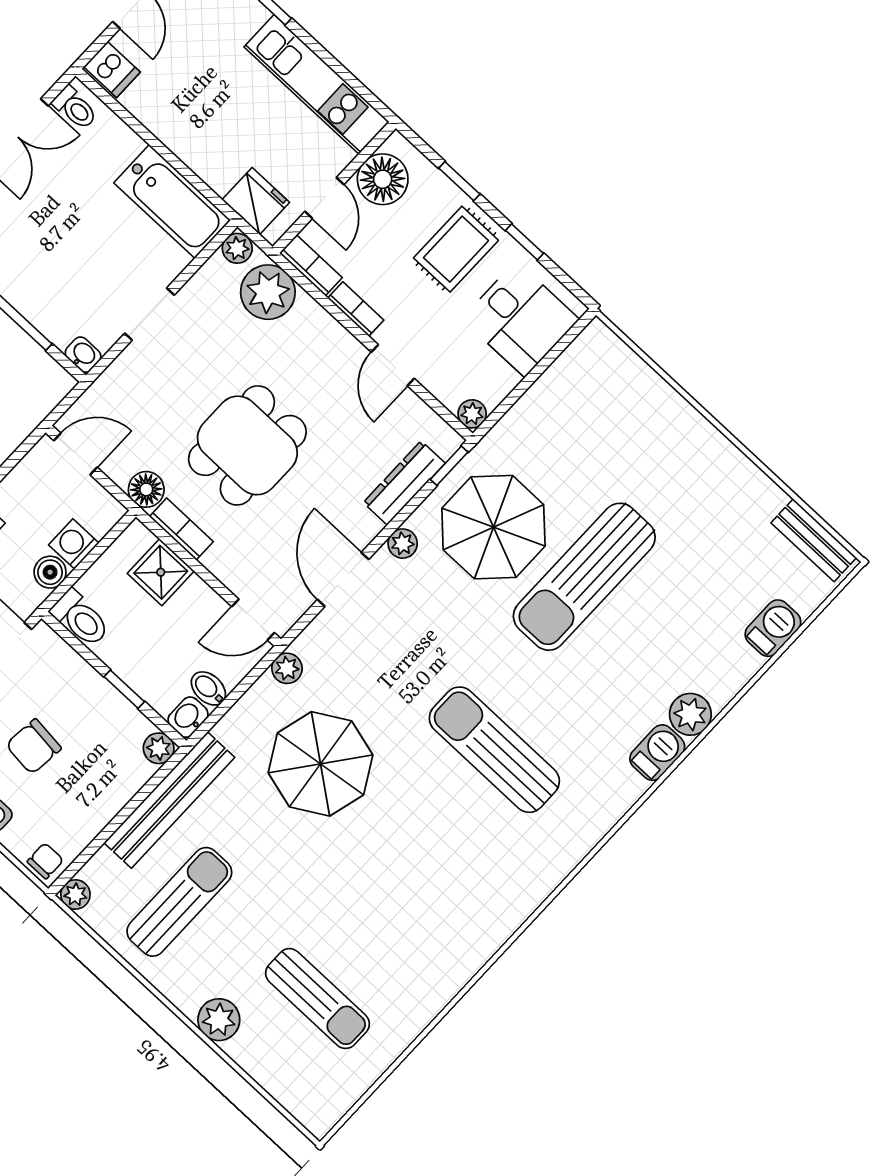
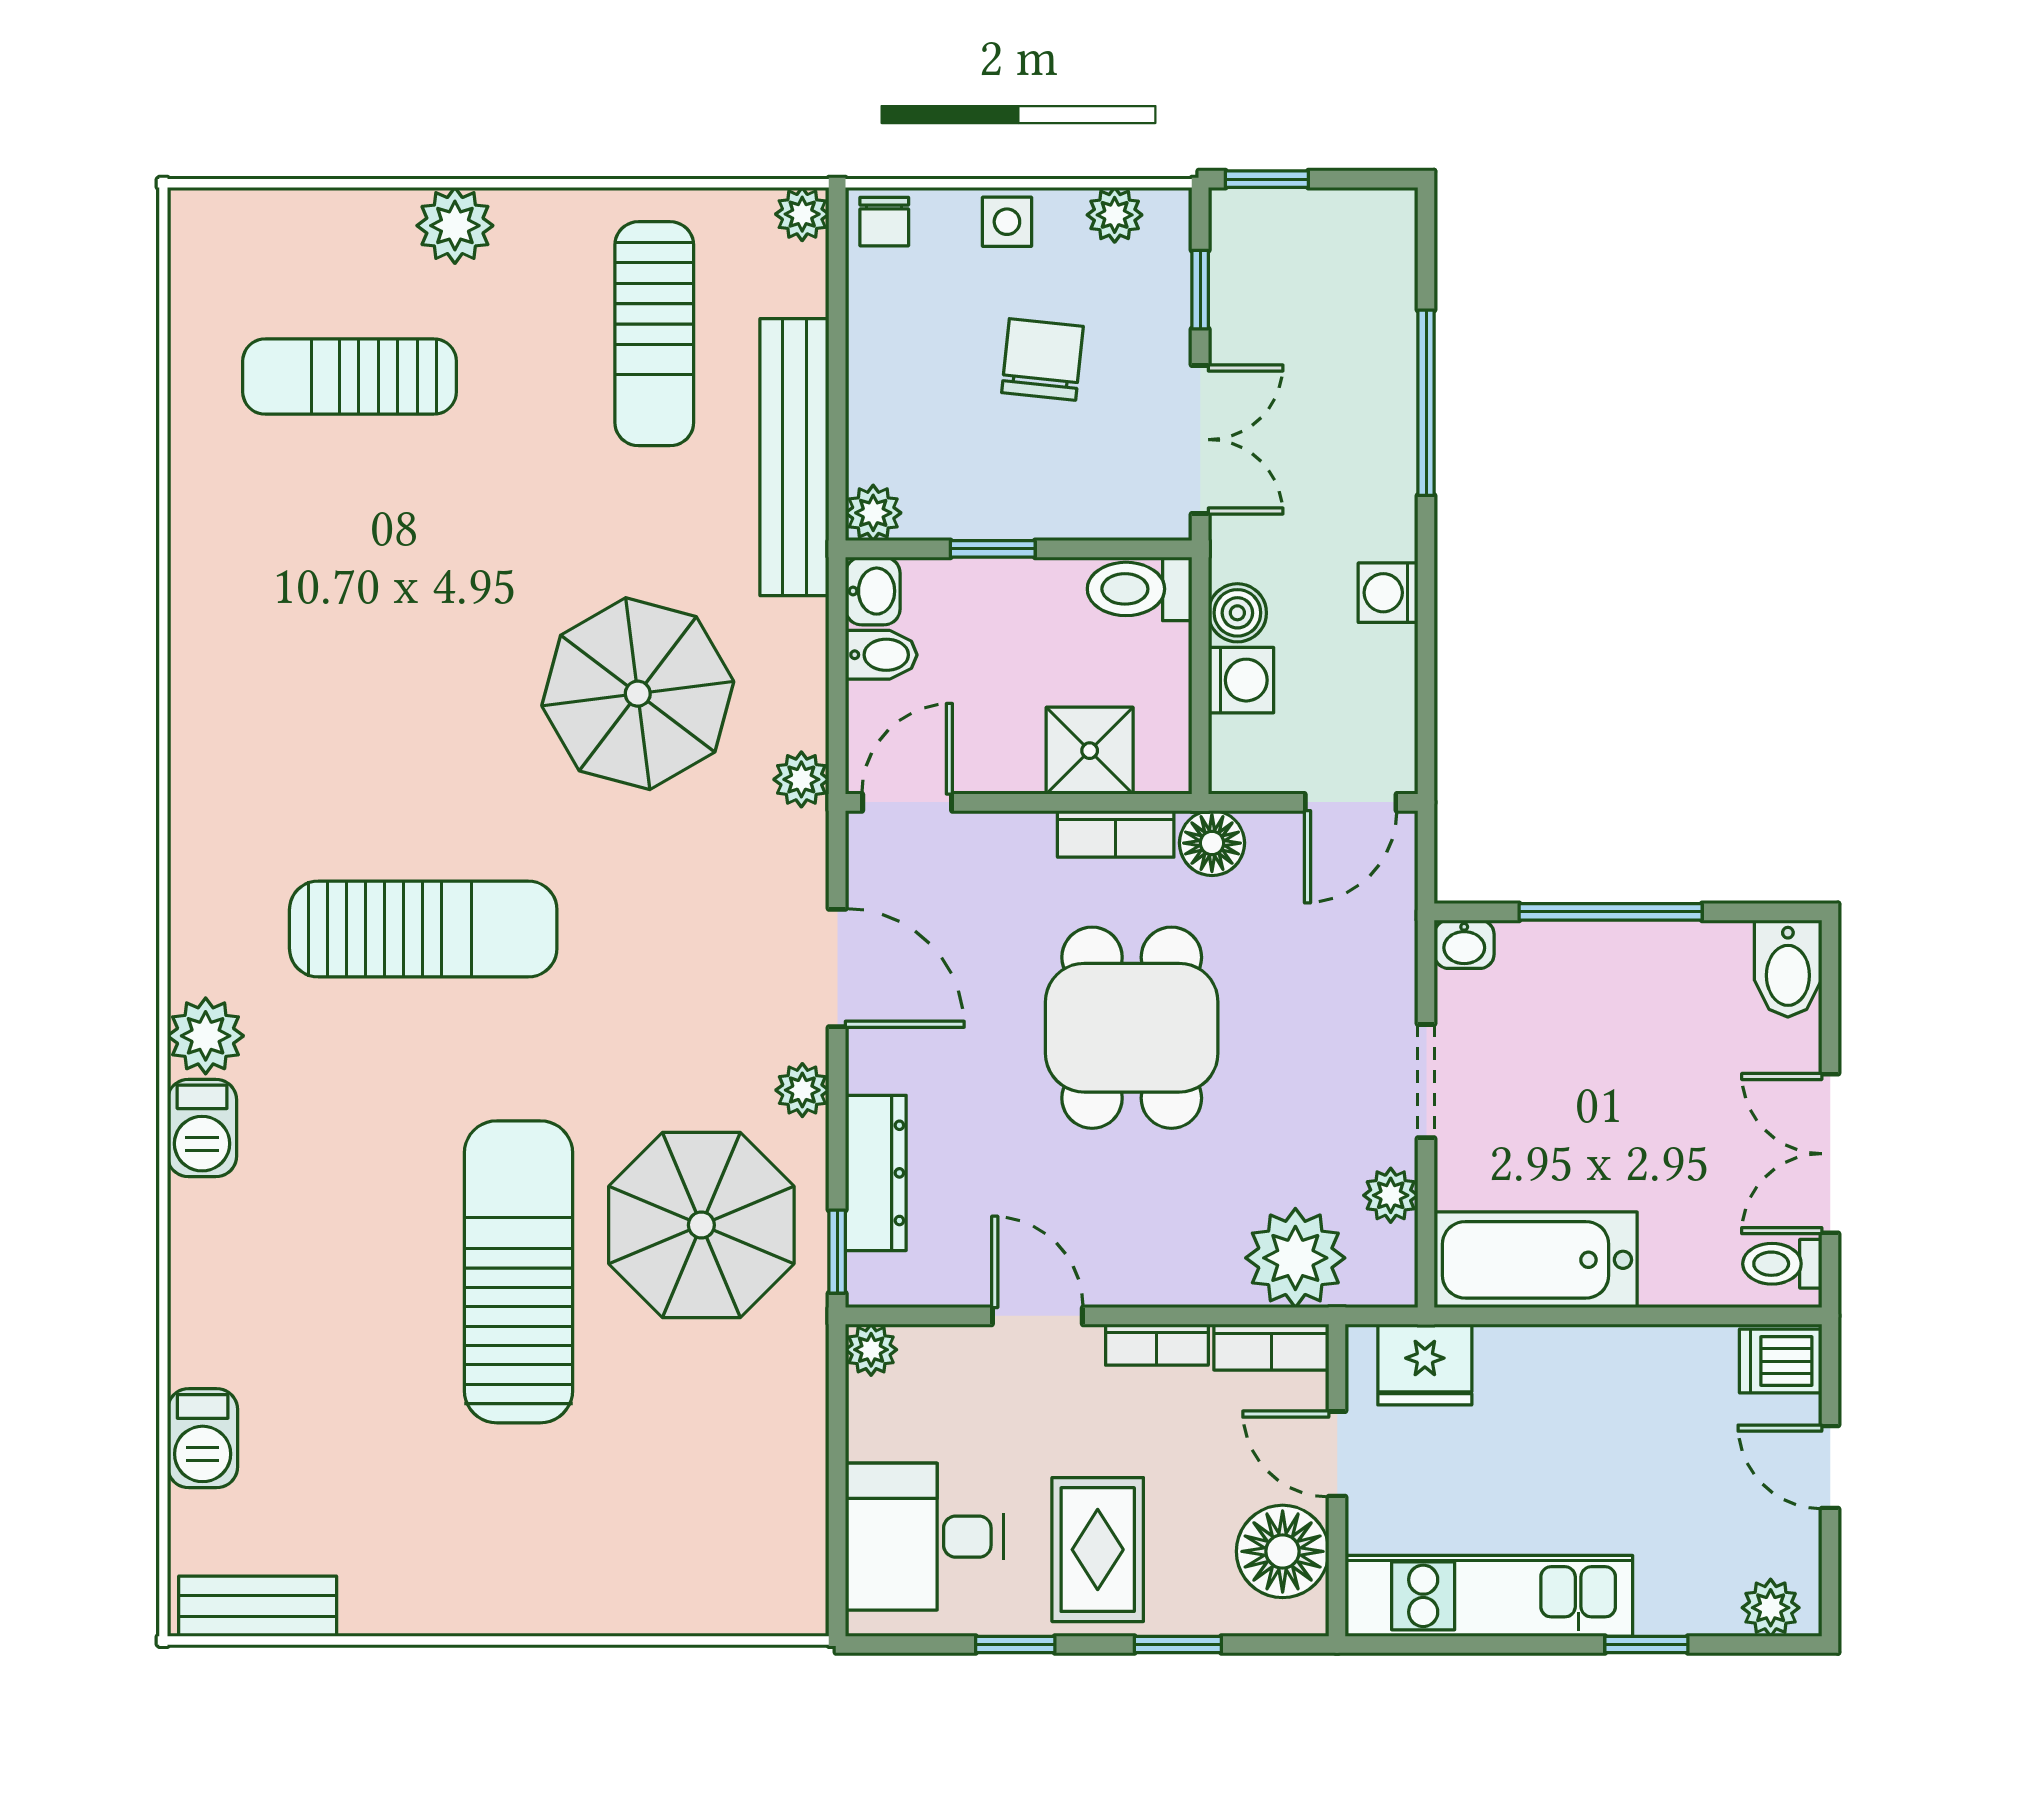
plant: (237, 248) -> (1391, 1195), moved
plant: (690, 714) -> (206, 1036), moved

